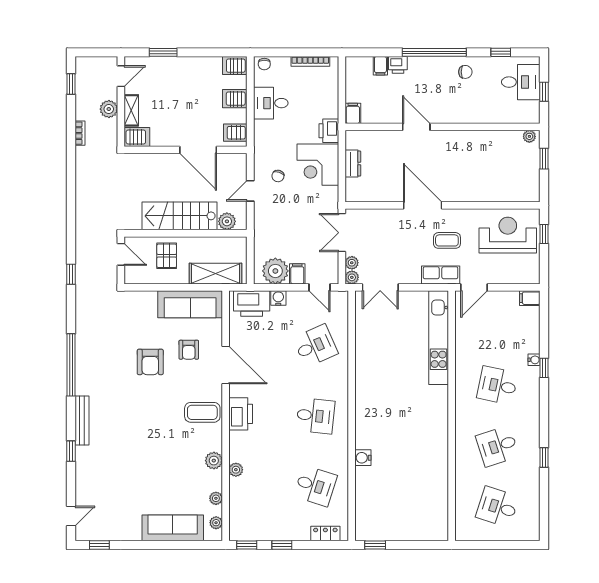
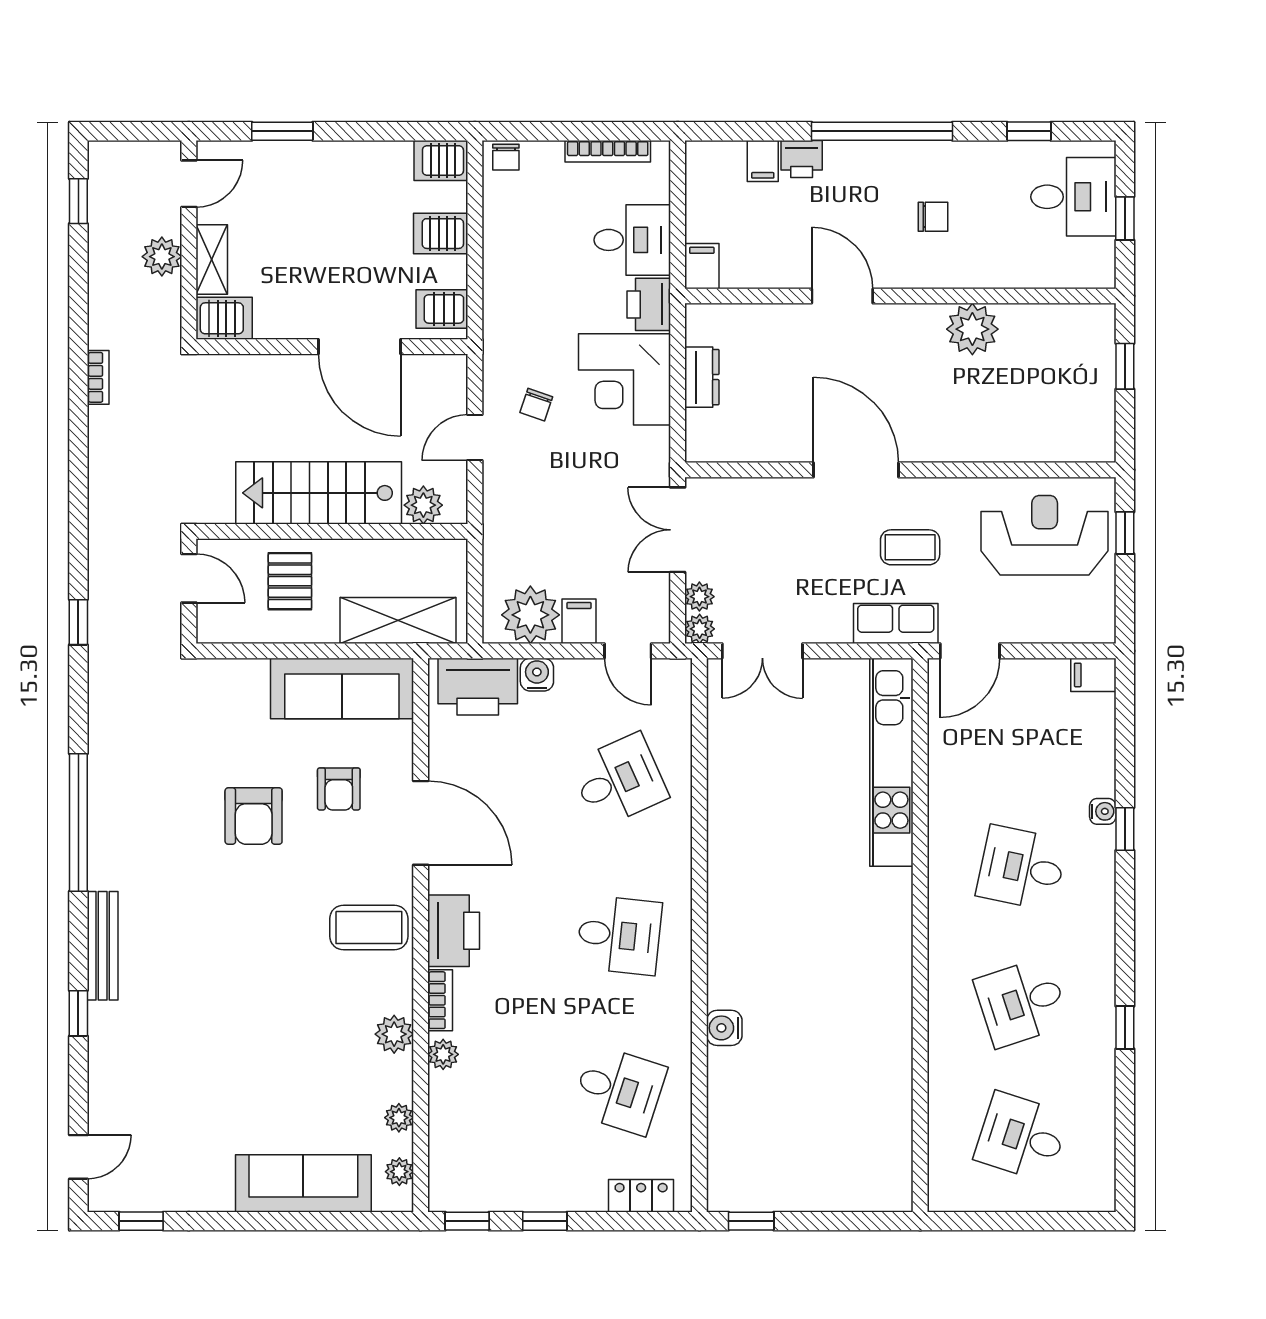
chair: (465, 72) -> (933, 217), moved
desk: (271, 103) -> (632, 240), moved, turned 180
bookcase: (80, 133) -> (98, 377), moved
plant: (529, 136) -> (972, 329), moved, width x1.88, depth x1.88
bookcase: (234, 445) -> (440, 1000), added

